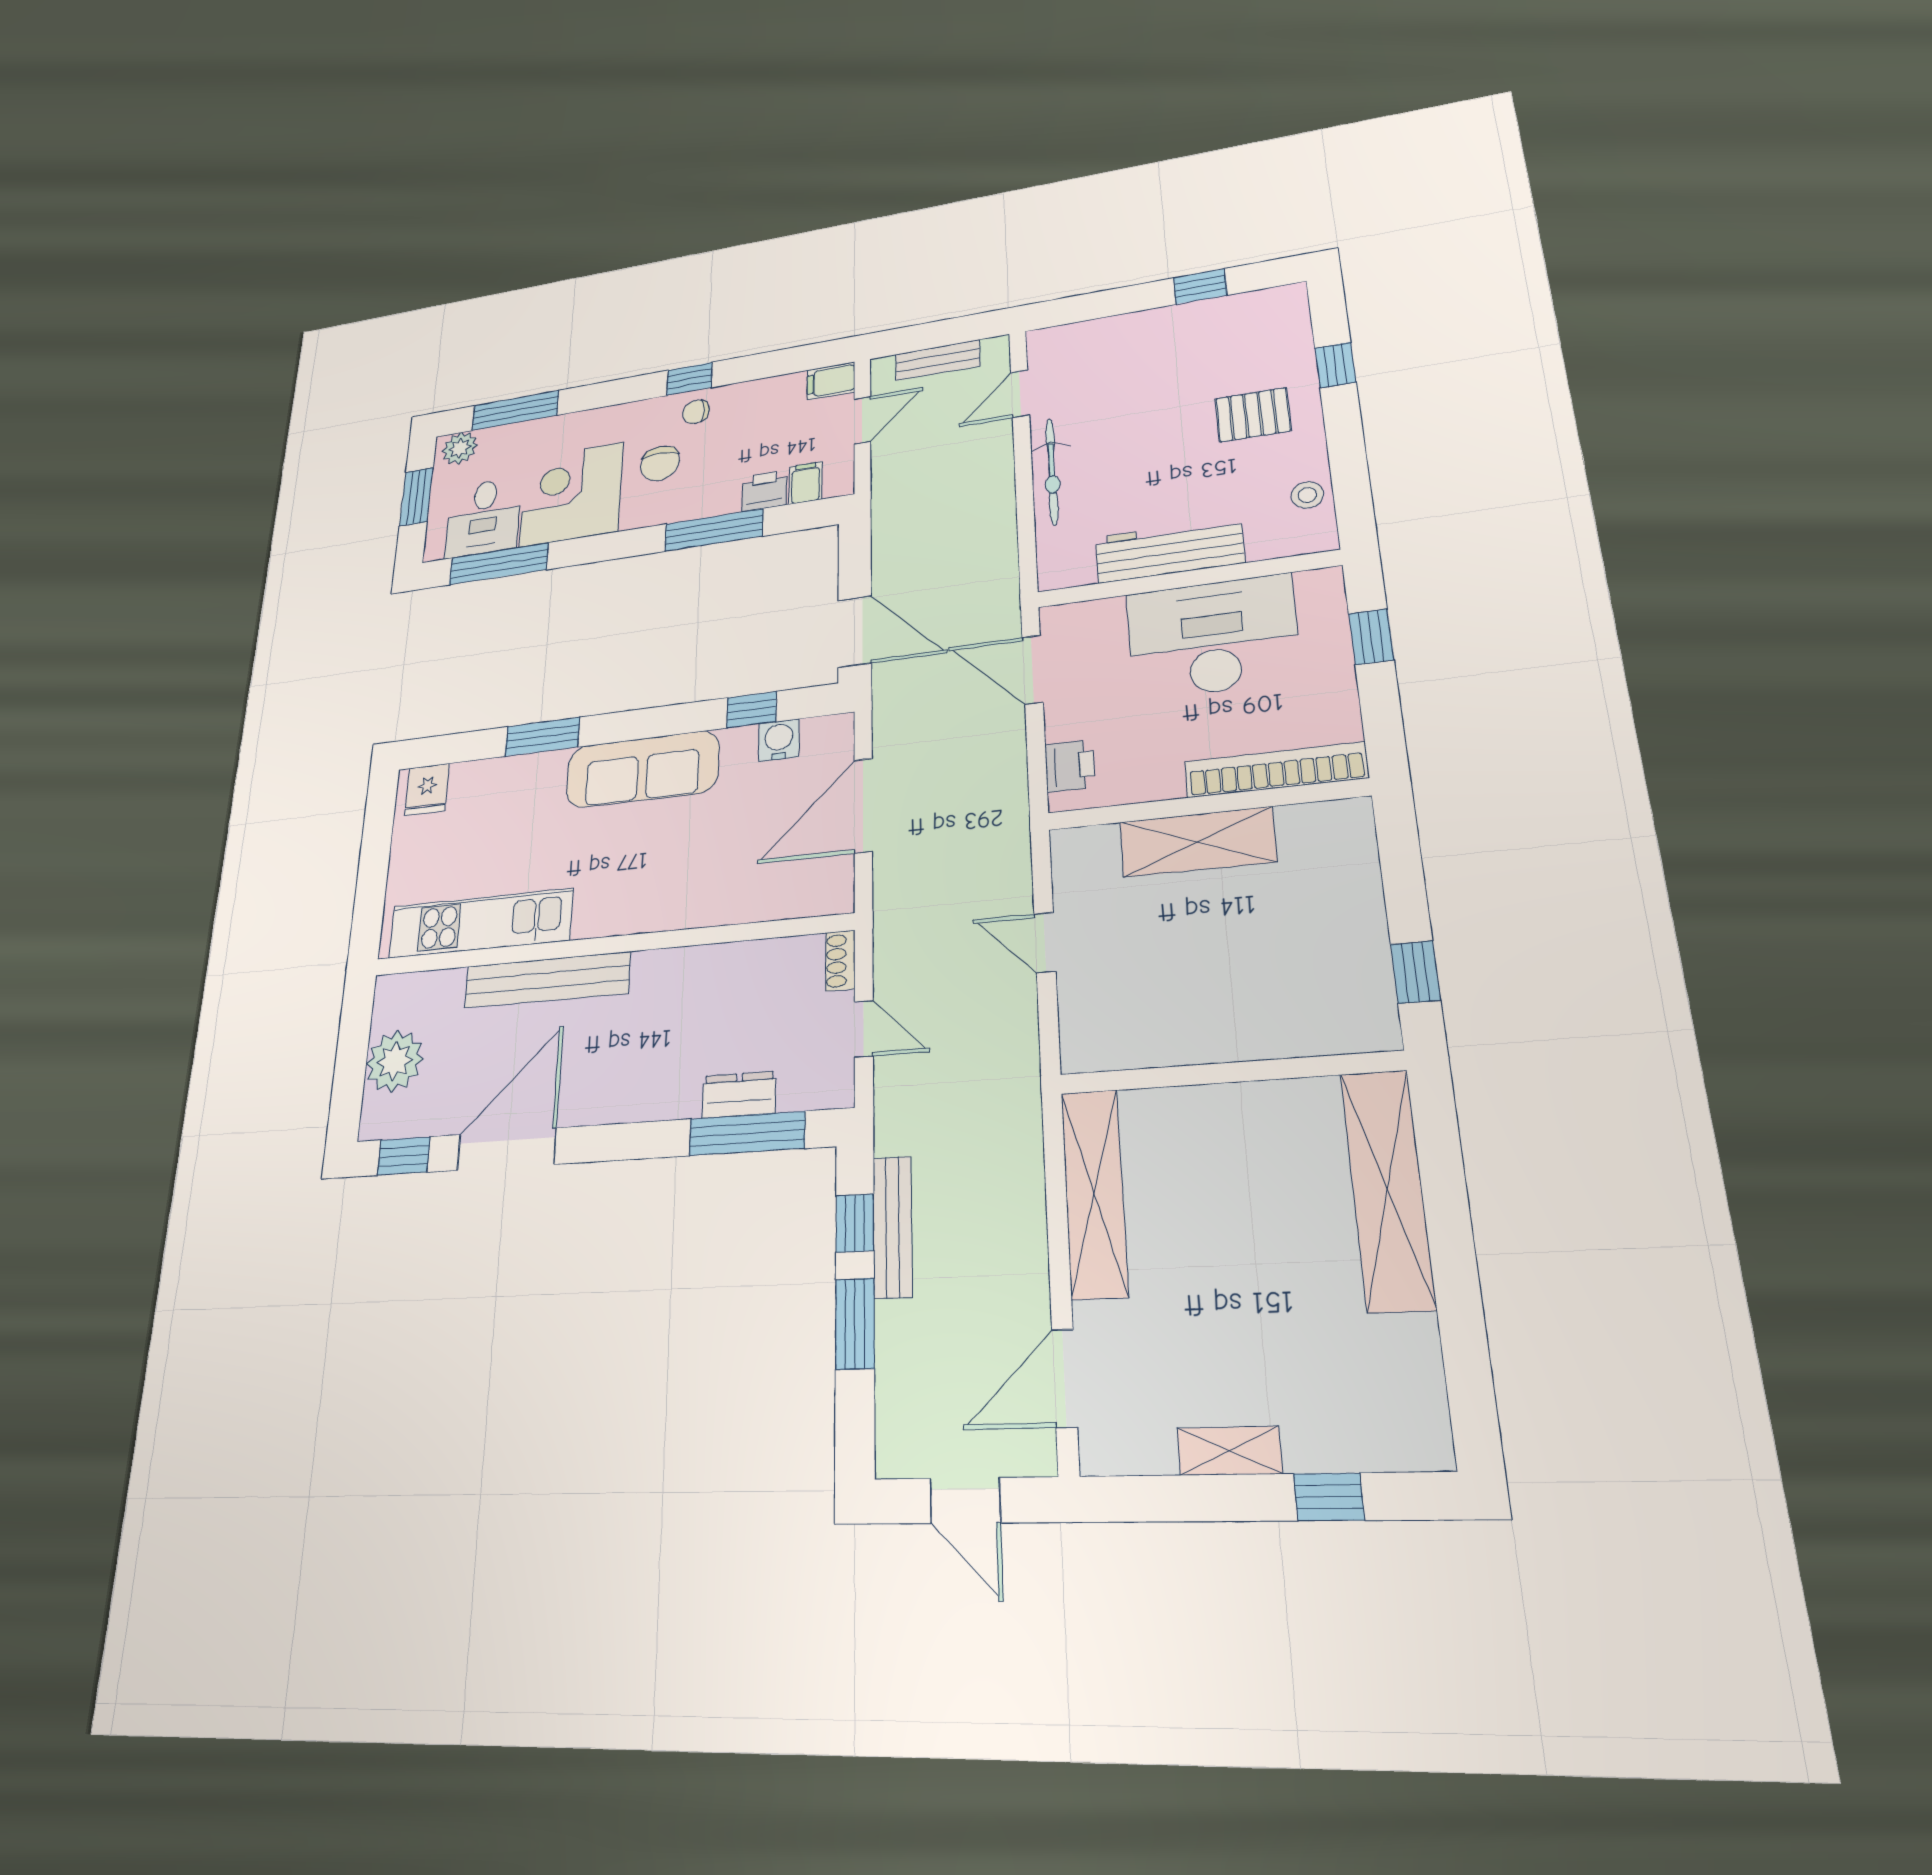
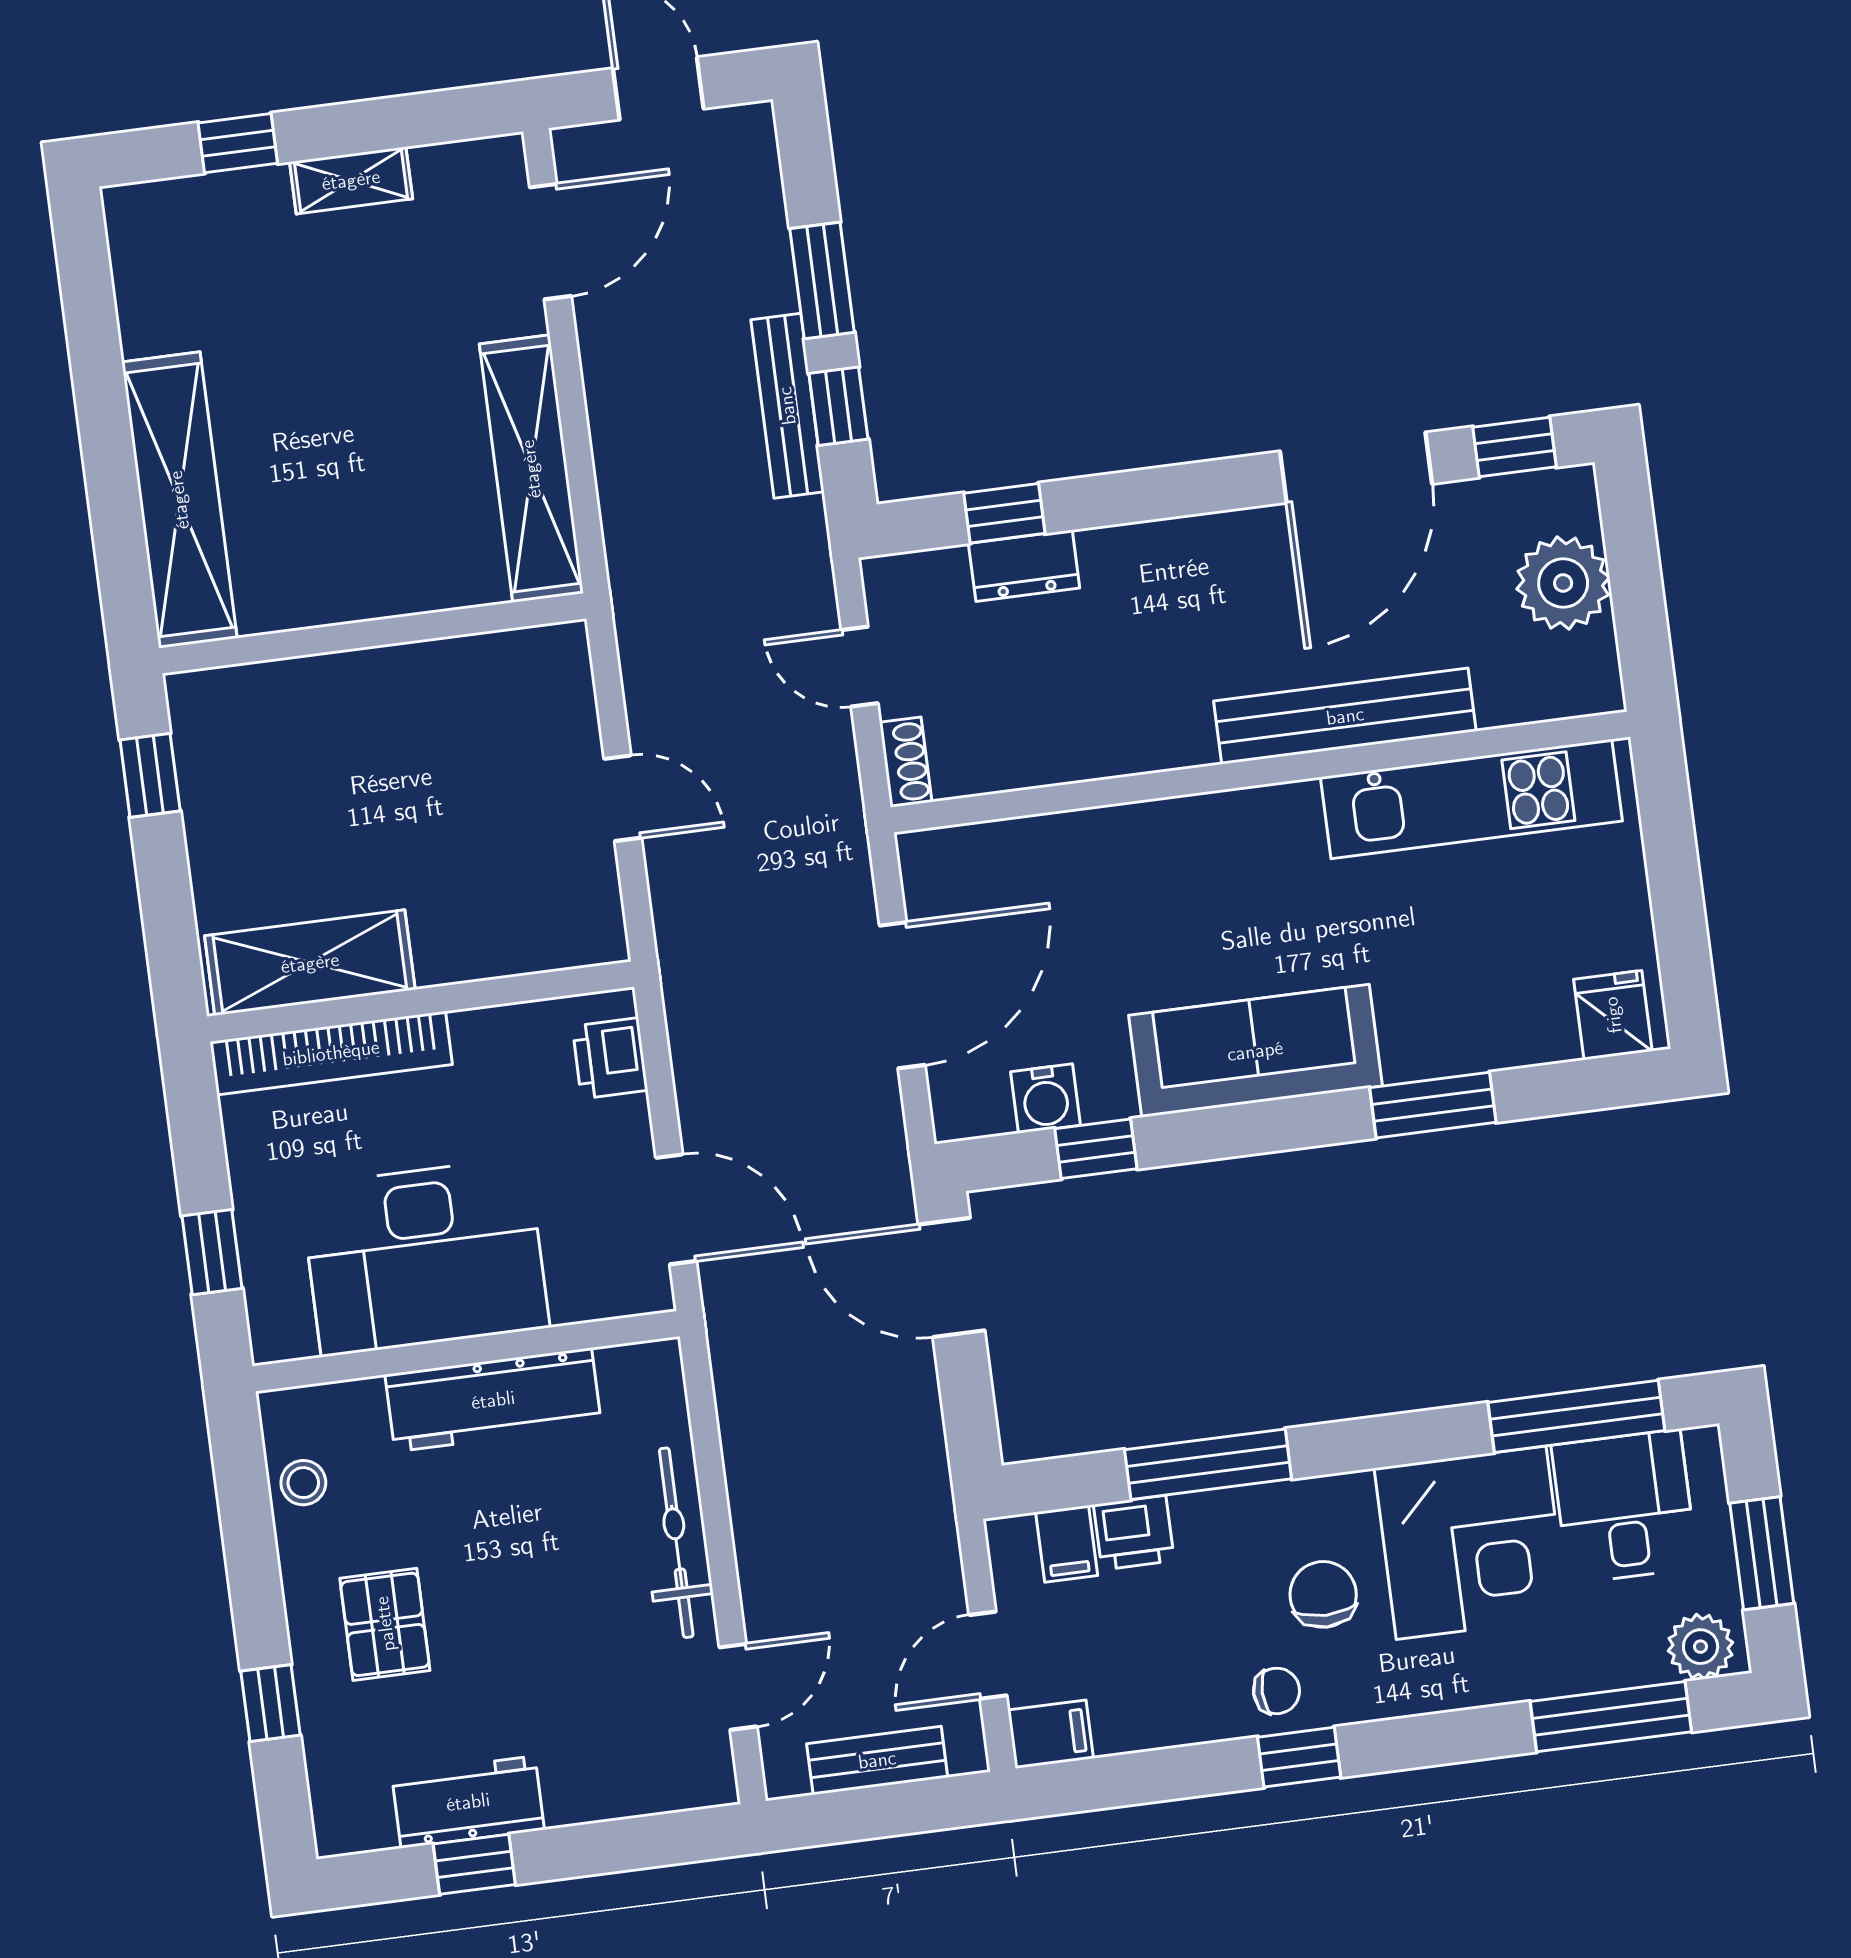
workbench: (1202, 320) -> (468, 1802), added
pallet: (1253, 415) -> (385, 1624), turned 90
shelving: (1197, 842) -> (310, 963), moved
window: (747, 1133) -> (1004, 513), width x0.46

